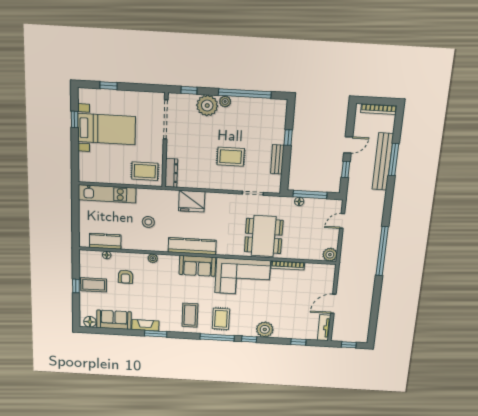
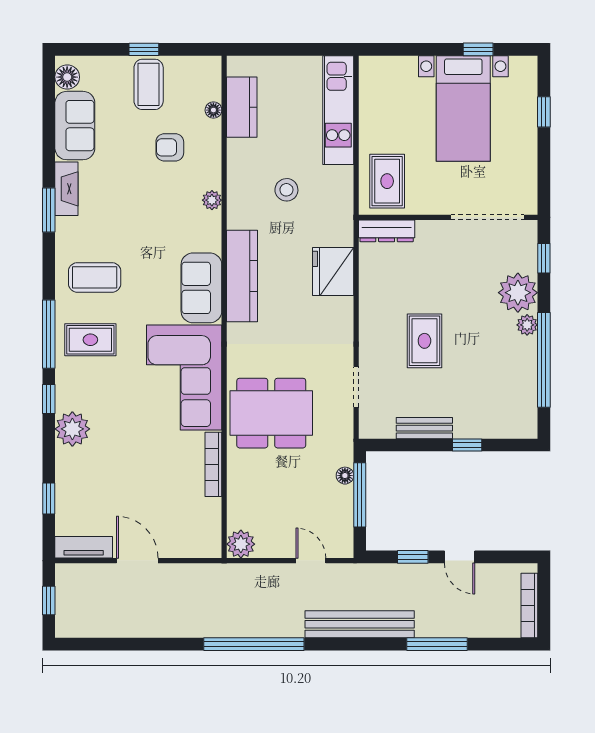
bench: (383, 162) -> (360, 624), moved

